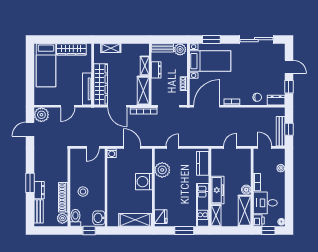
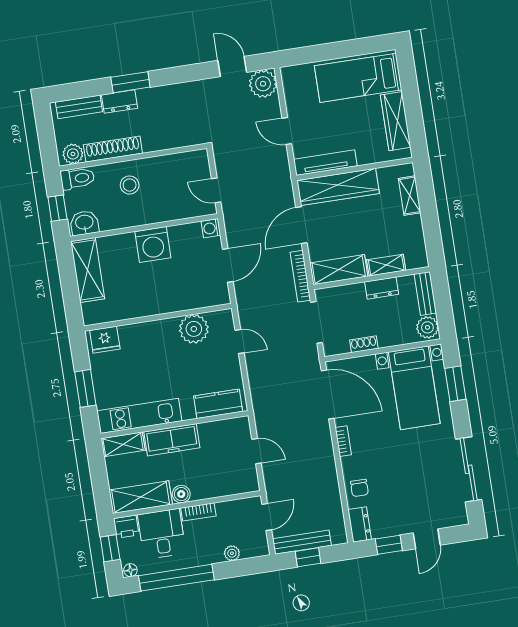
washing machine: (144, 182) -> (153, 245), moved, turned 180
window: (289, 199) -> (176, 578), added
shelving: (135, 220) -> (88, 270), moved

